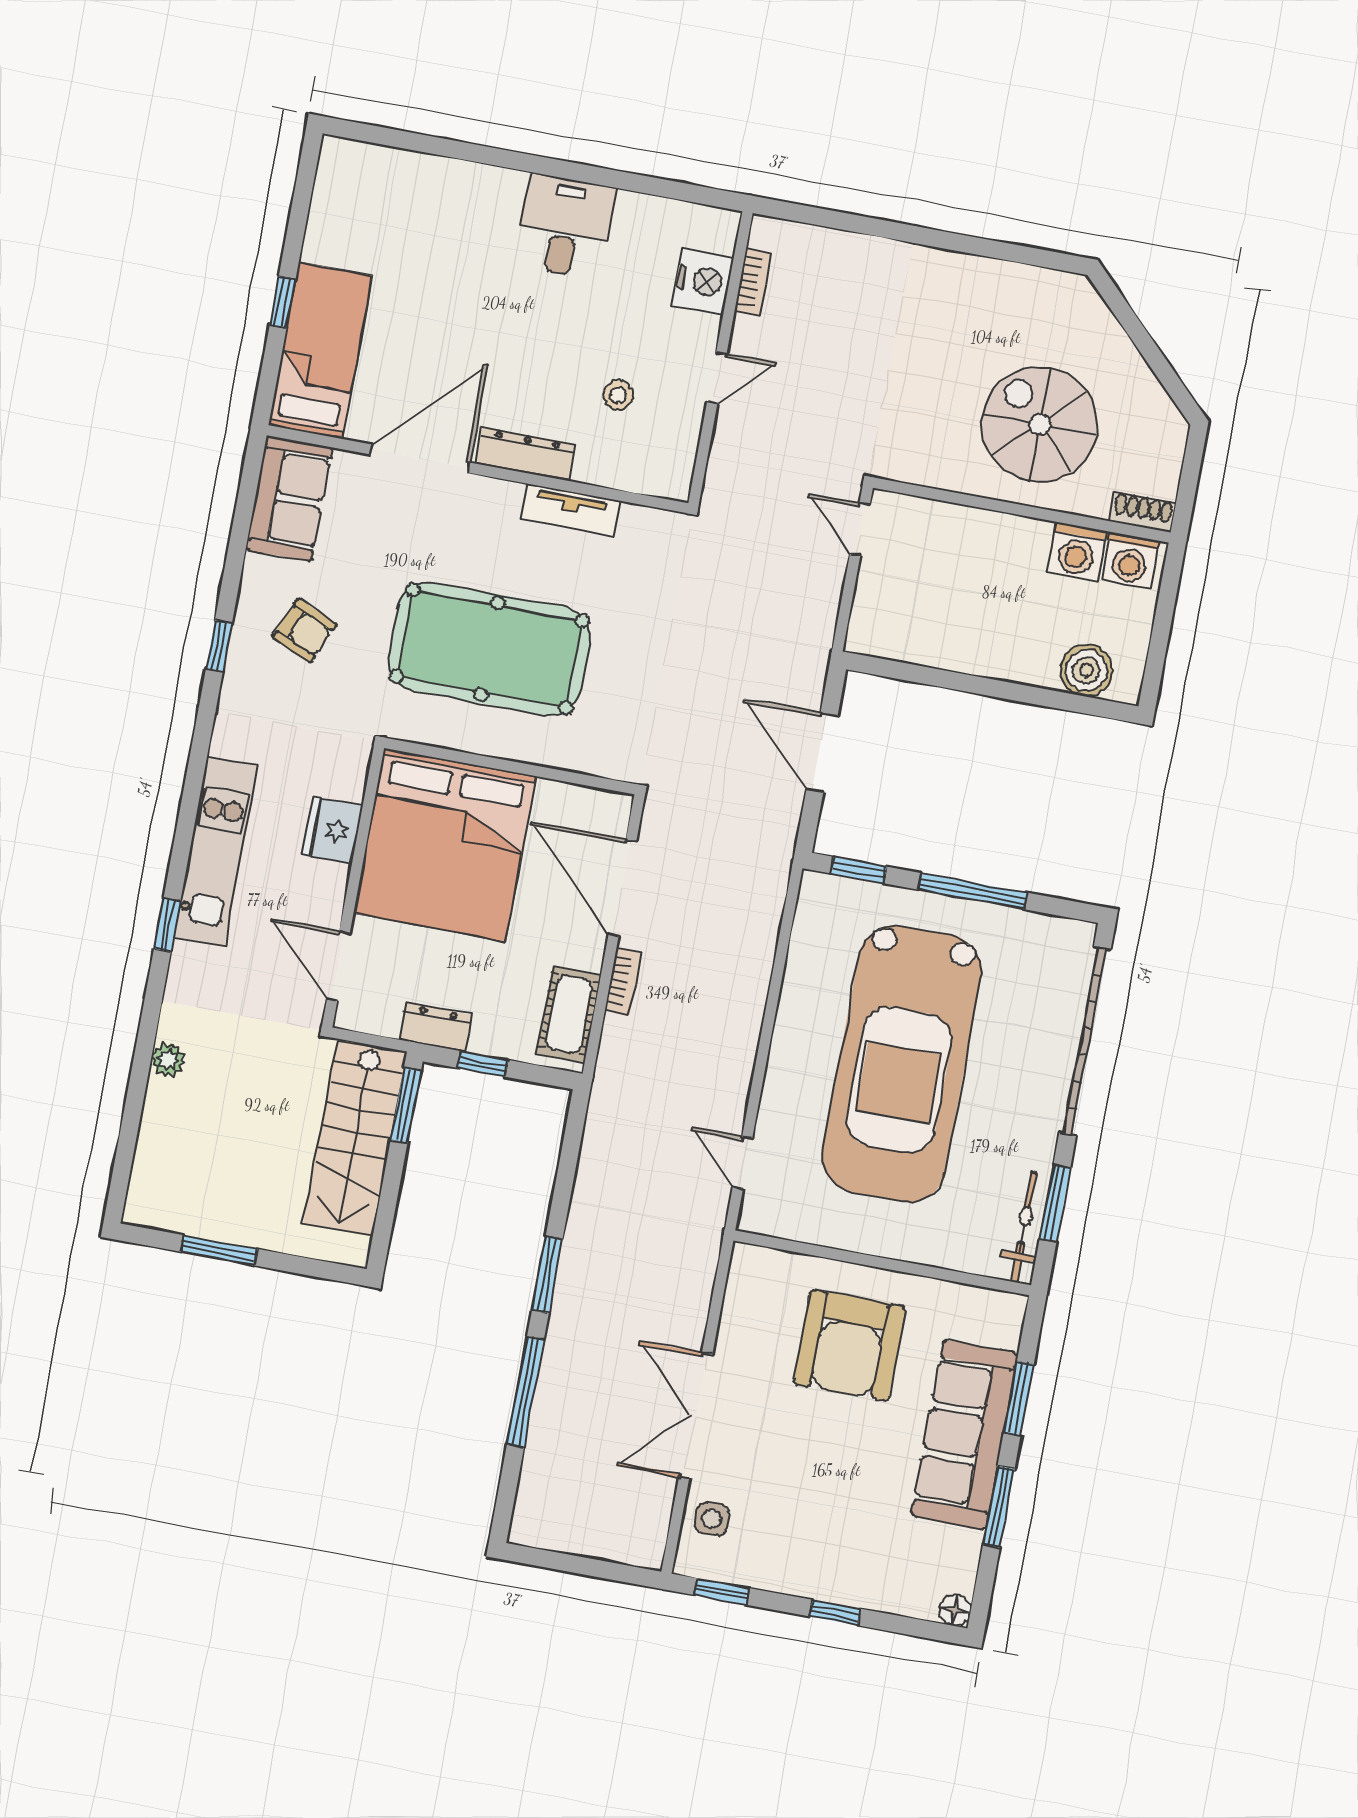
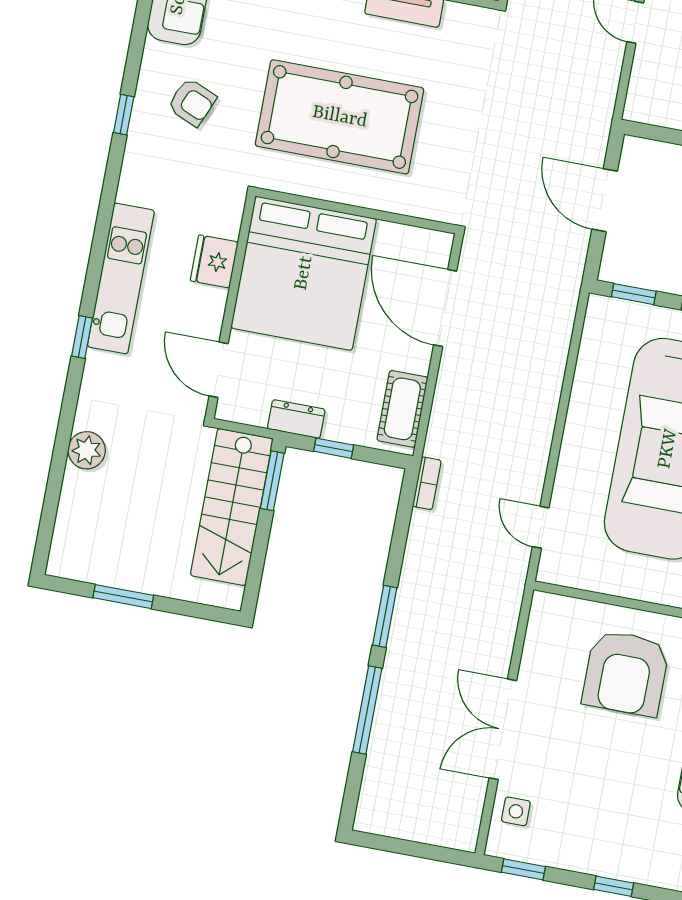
bookcase: (623, 981) -> (427, 483), moved
plant: (168, 1060) -> (87, 450), width x1.38, depth x1.38

